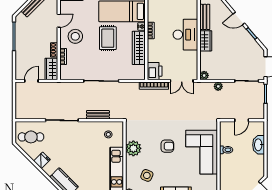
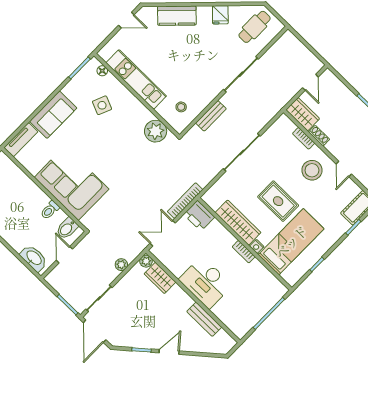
wardrobe: (206, 41) -> (160, 278), moved
bidet: (227, 132) -> (67, 228), added
washbasin: (259, 145) -> (34, 258), moved
armchair: (167, 146) -> (111, 155), removed
plant: (133, 148) -> (156, 131), moved

